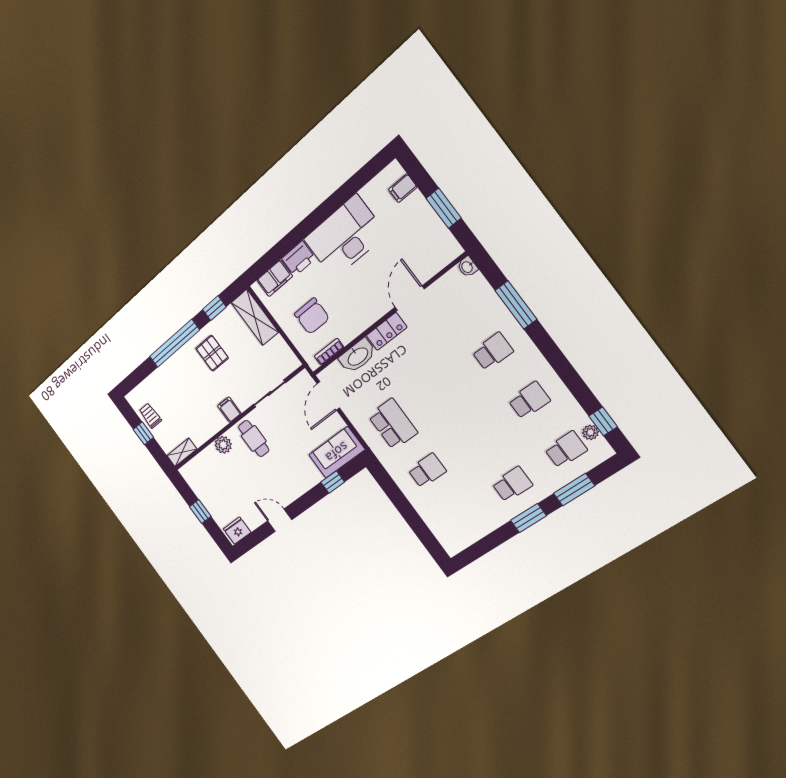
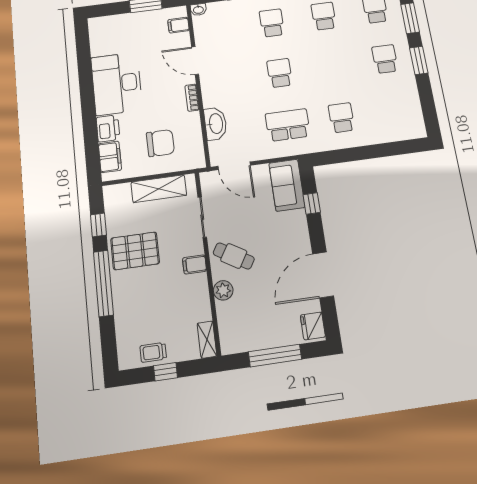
filing cabinet: (403, 188) -> (178, 25), moved, turned 90
shelving: (255, 317) -> (159, 189), moved
locker: (387, 331) -> (210, 91), removed
bookcase: (329, 352) -> (192, 98), moved
pallet: (212, 353) -> (135, 251), width x1.50, depth x1.42
school desk: (441, 389) -> (280, 73), added
cafe table: (254, 439) -> (234, 256), turned 31
window: (200, 511) -> (275, 356), width x2.17
door: (280, 520) -> (323, 275), width x1.87

